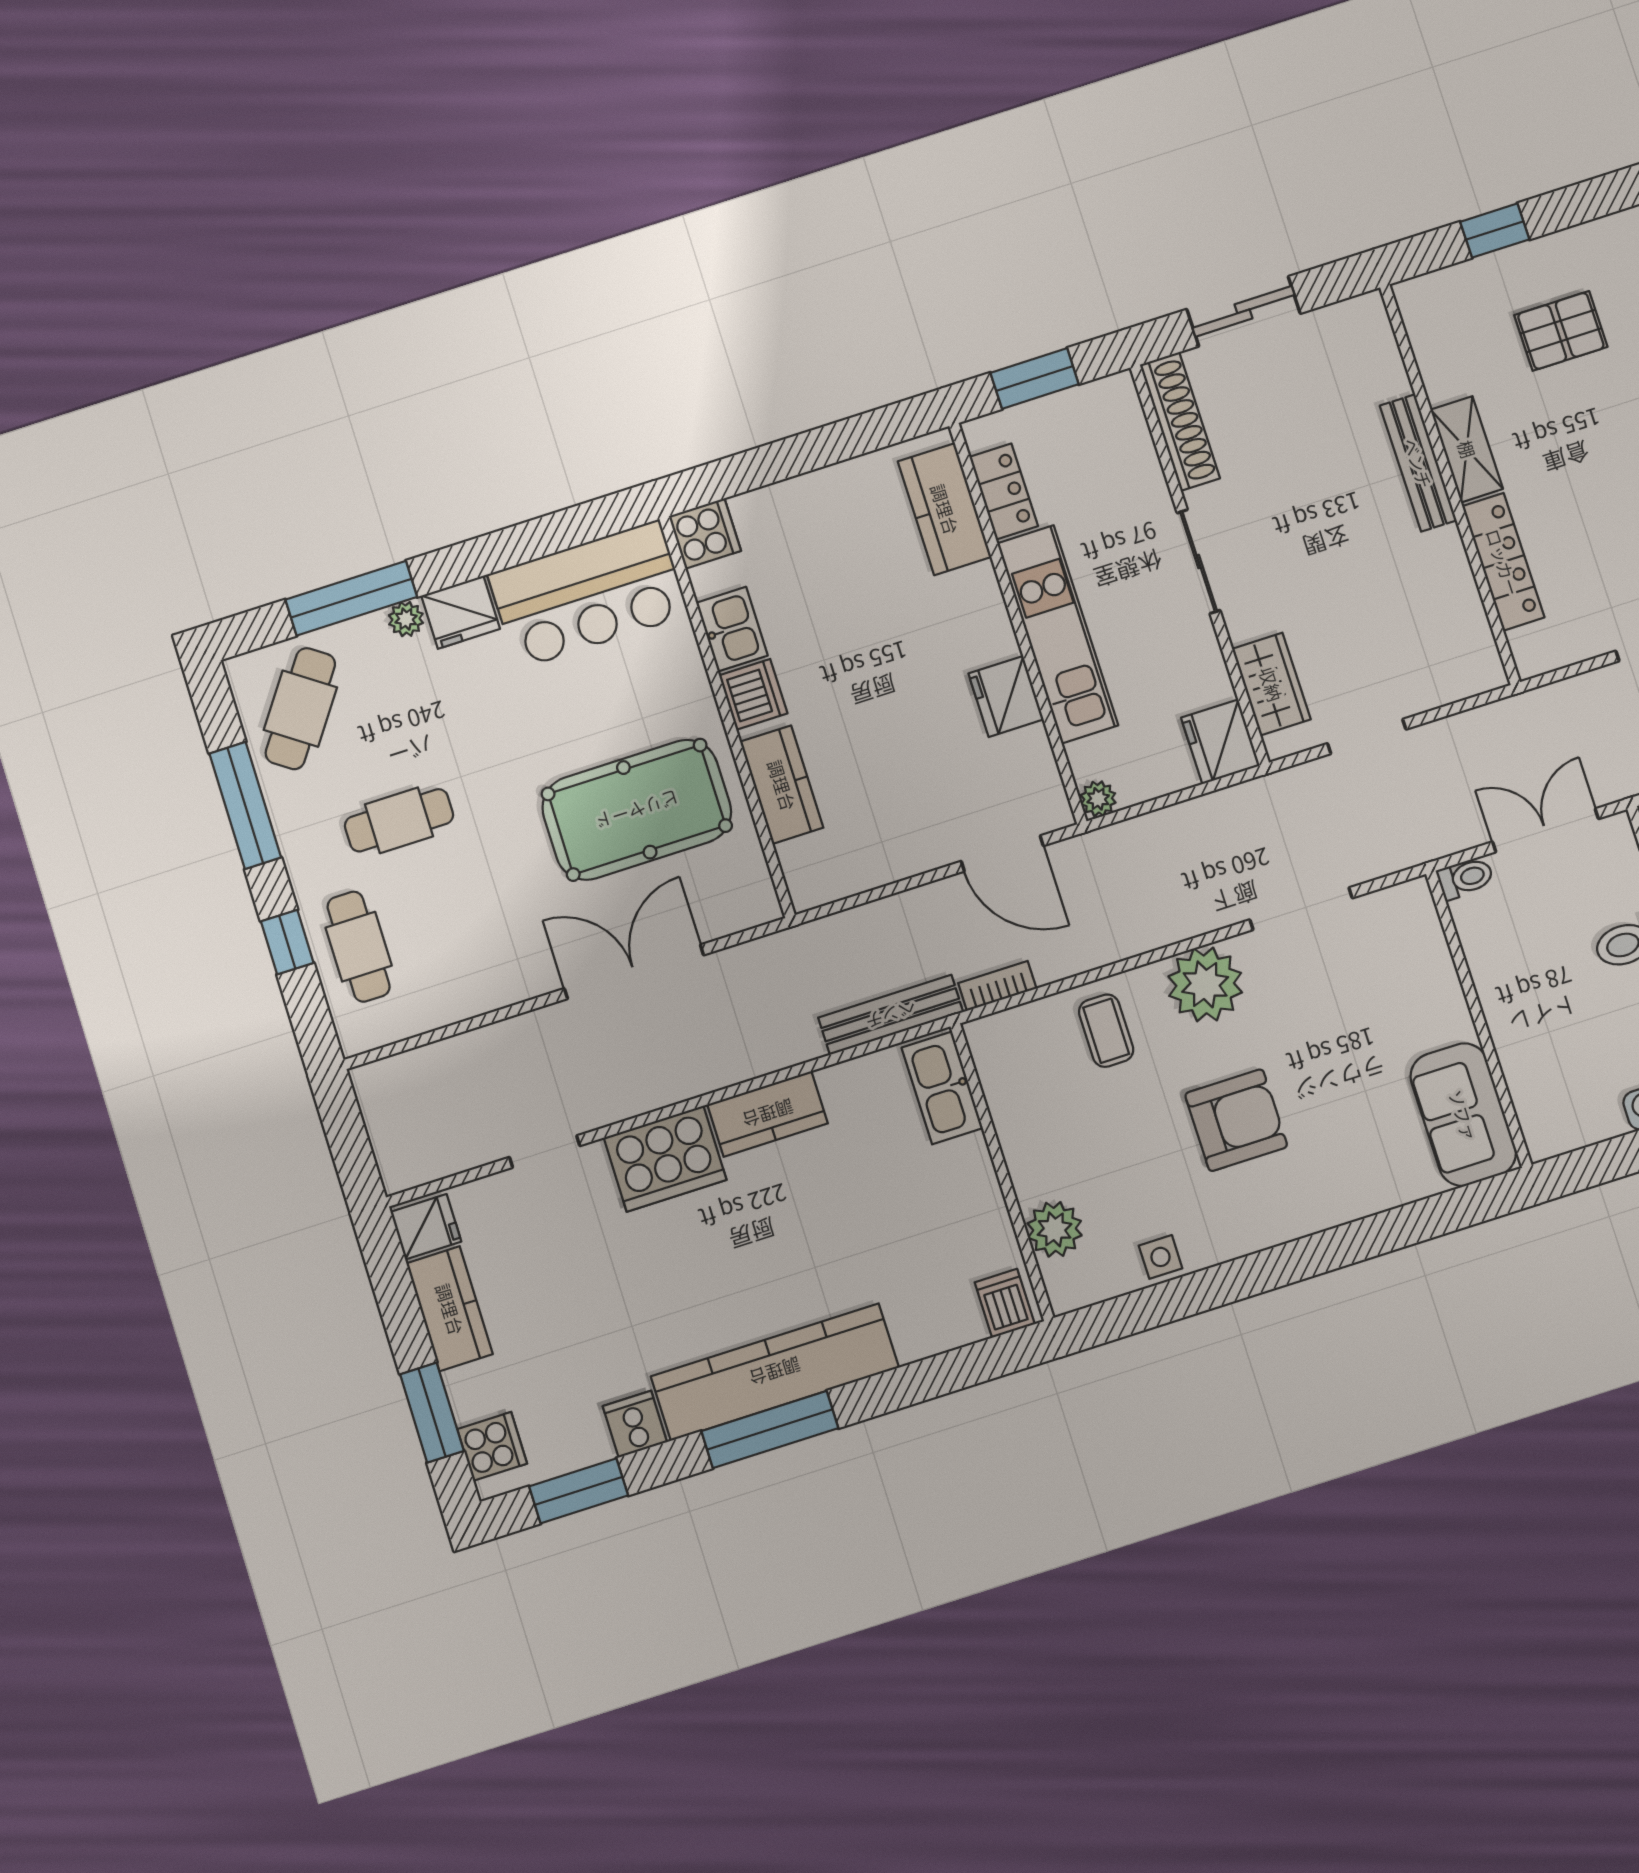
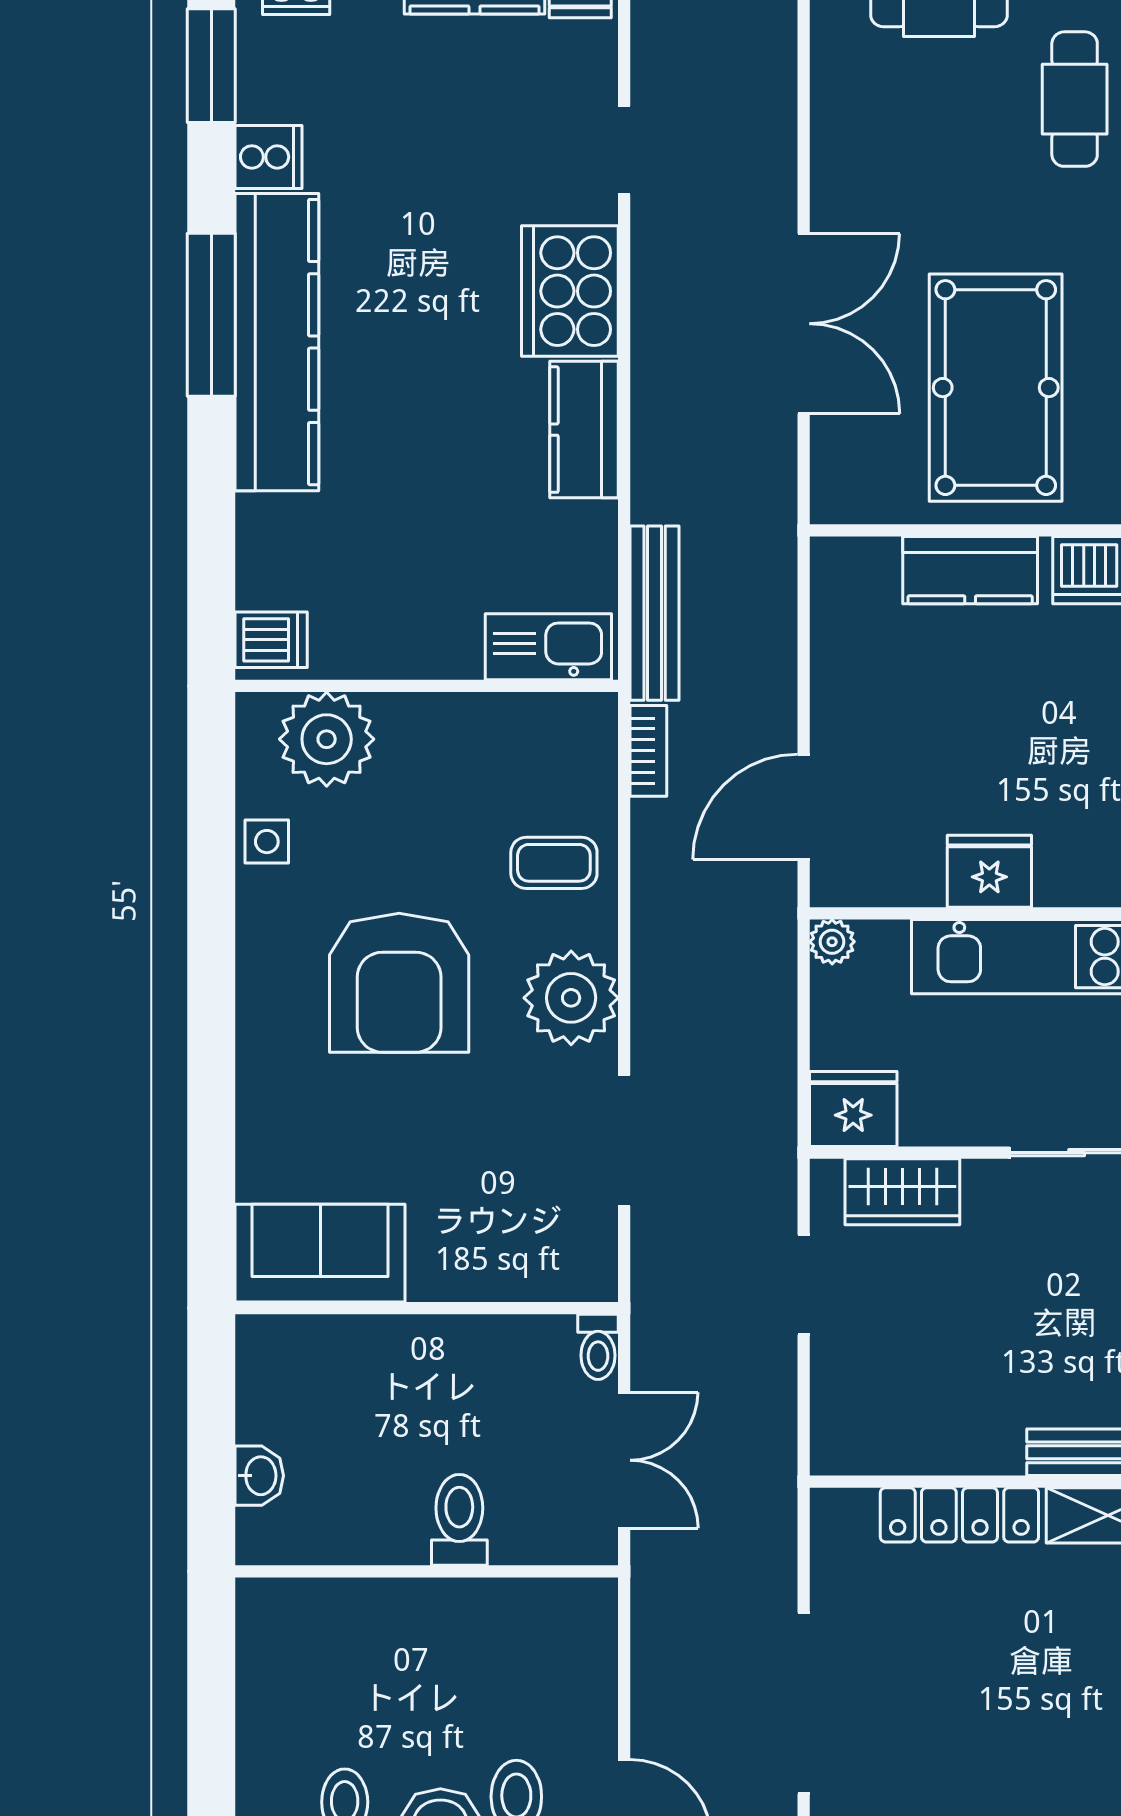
armchair: (1236, 1120) -> (399, 983), width x1.36, depth x1.36
plant: (1055, 1229) -> (327, 739), width x1.36, depth x1.36

